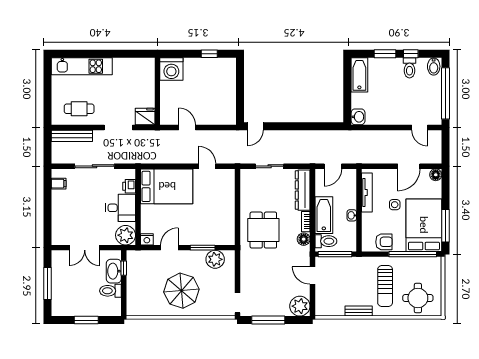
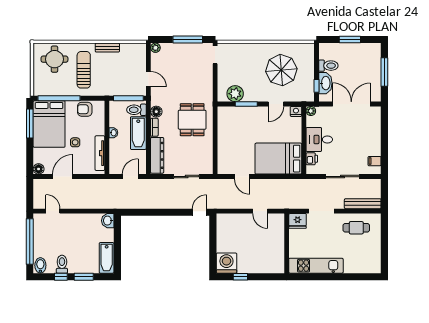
kitchen unit: (82, 66) -> (316, 266), moved
washing machine: (171, 69) -> (226, 263), moved
plant: (126, 235) -> (311, 111), width x0.53, depth x0.53
double door: (85, 248) -> (351, 104), width x1.37
parasol: (181, 291) -> (281, 70), moved
plant: (300, 306) -> (155, 48), width x0.53, depth x0.53

